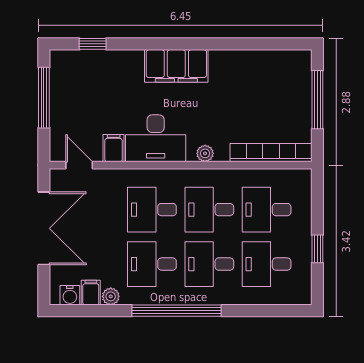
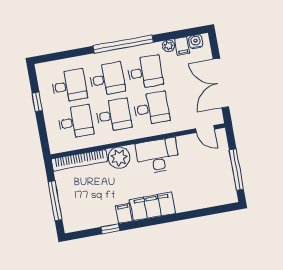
window: (93, 44) -> (110, 229), moved
filing cabinet: (114, 148) -> (124, 213), moved, turned 180
plant: (205, 153) -> (119, 158), width x1.88, depth x1.88

